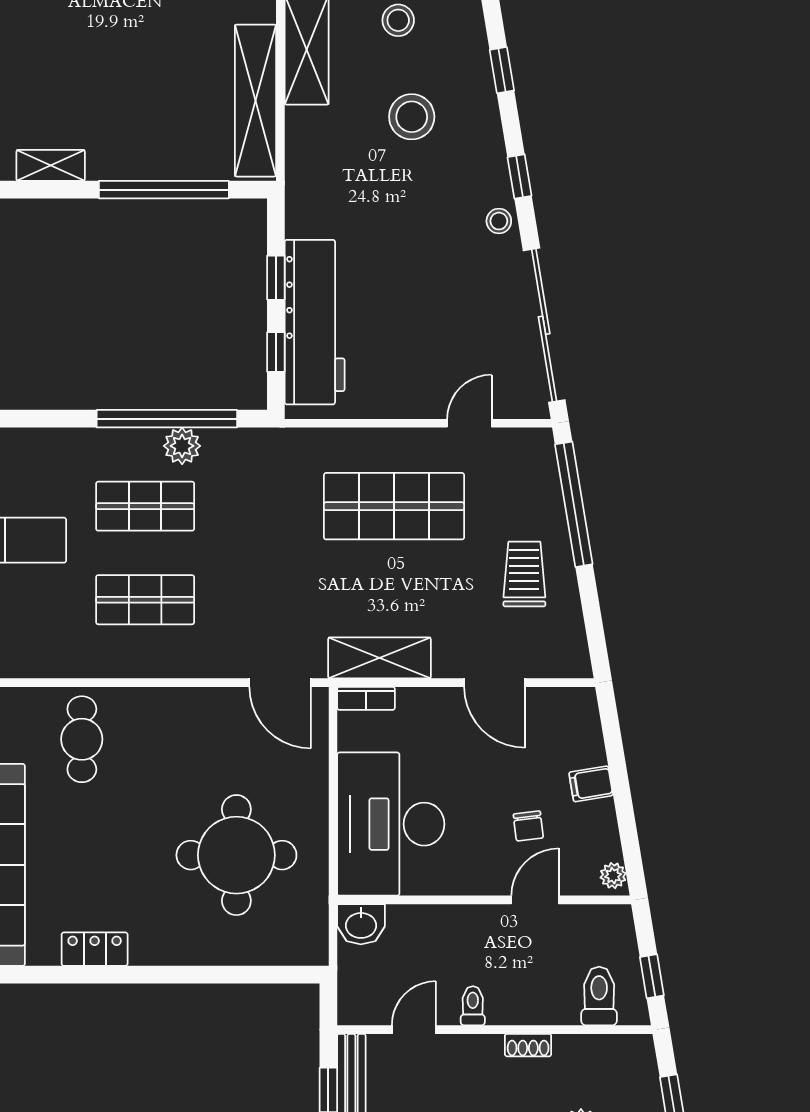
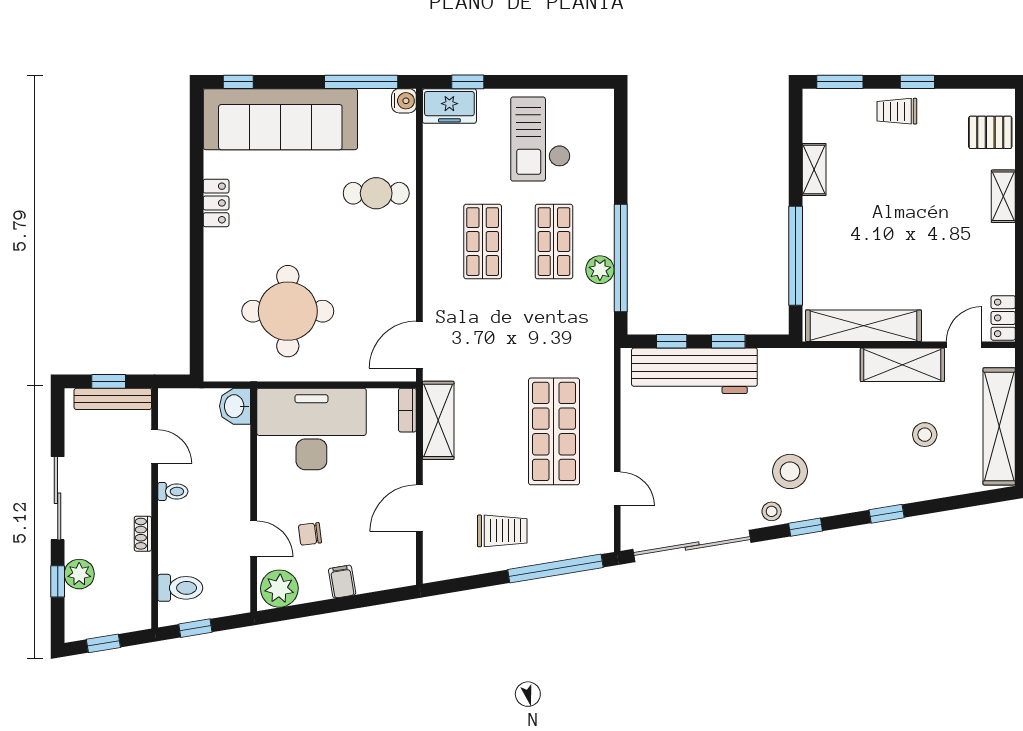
stool: (412, 117) -> (790, 471), moved
plant: (613, 876) -> (279, 589), width x1.88, depth x1.88

